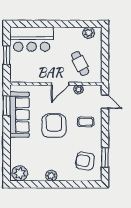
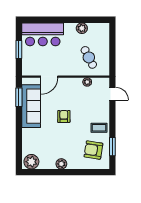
plant: (89, 33) -> (82, 28), moved
door: (60, 84) -> (49, 77), moved
coffee table: (86, 122) -> (99, 128), moved
armchair: (54, 126) -> (64, 116), width x0.53, depth x0.53

